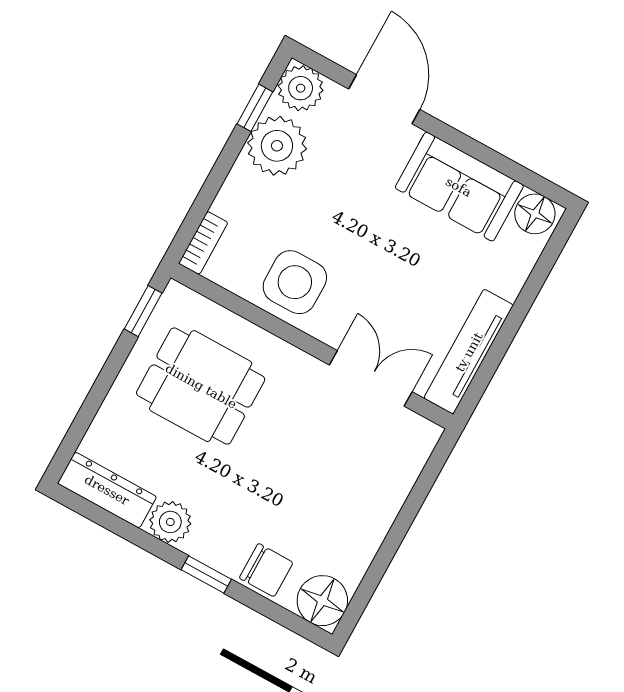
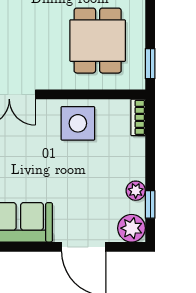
plant: (277, 146) -> (136, 191), width x0.53, depth x0.53
dining table: (201, 386) -> (98, 41), turned 90

